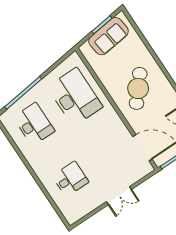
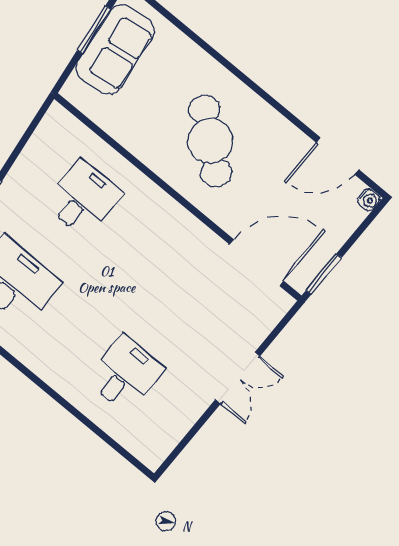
desk: (75, 97) -> (83, 198), width x0.53, depth x0.77

